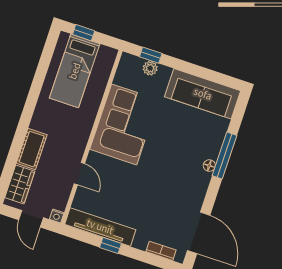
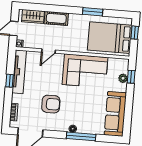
bed: (75, 71) -> (110, 38), width x1.50
window: (35, 90) -> (93, 12), added
armchair: (163, 190) -> (51, 104), added

